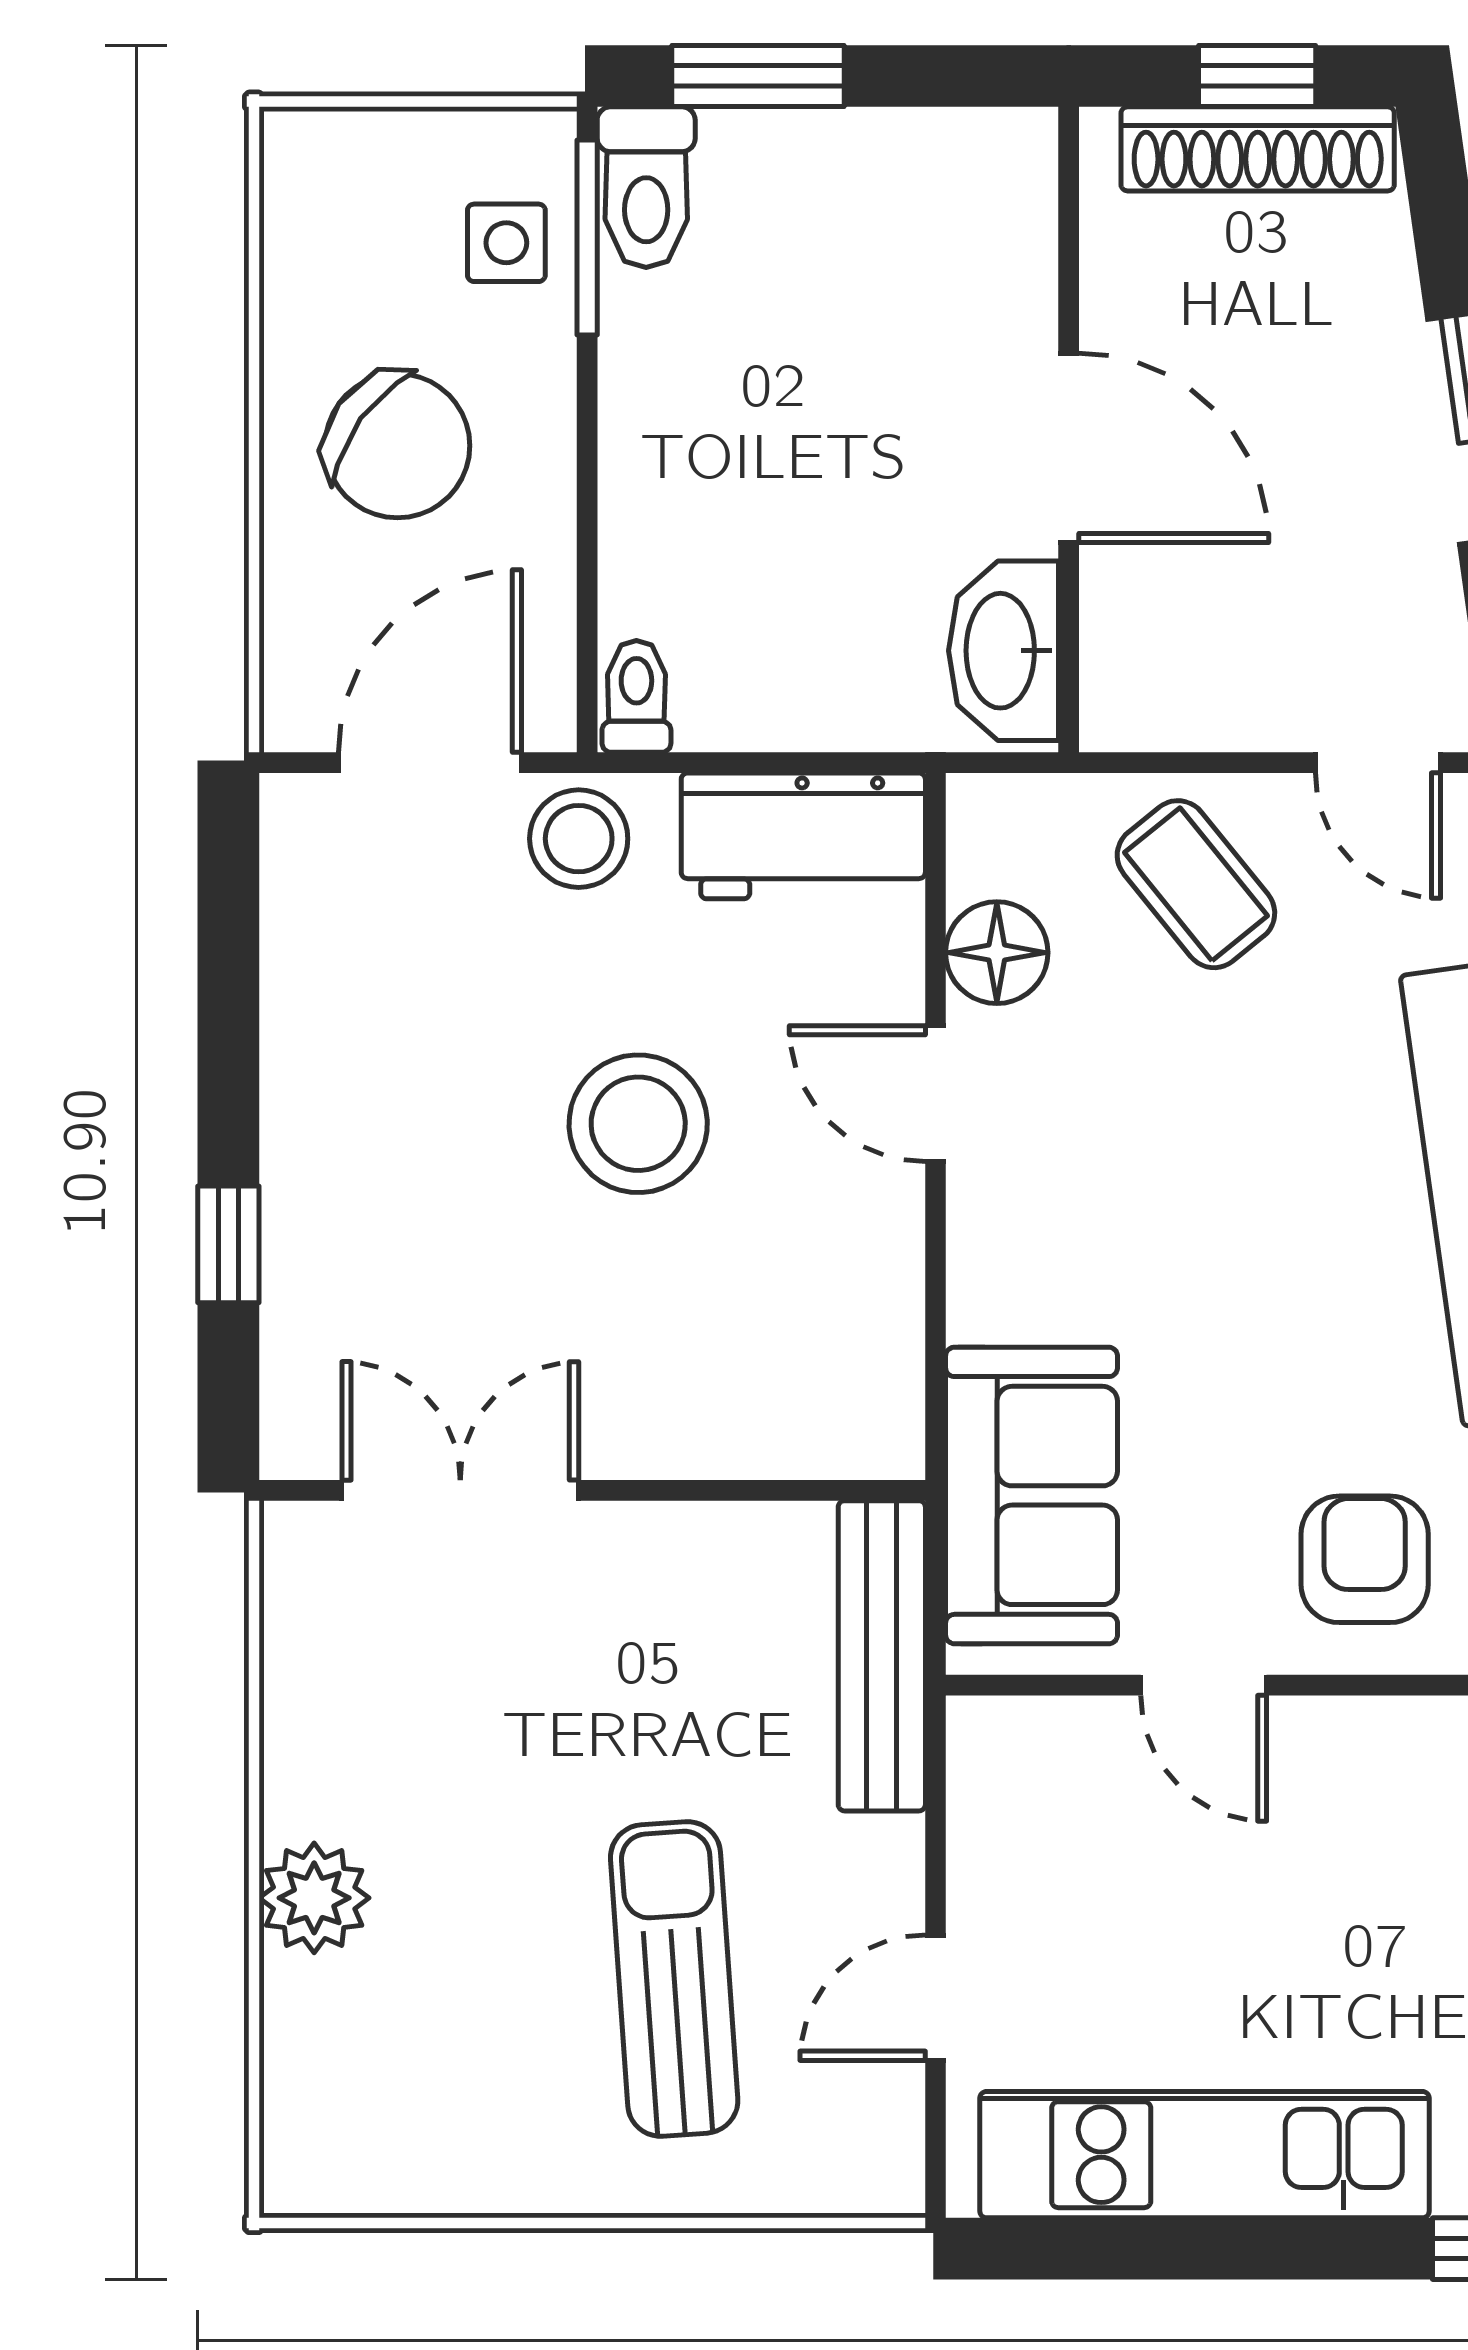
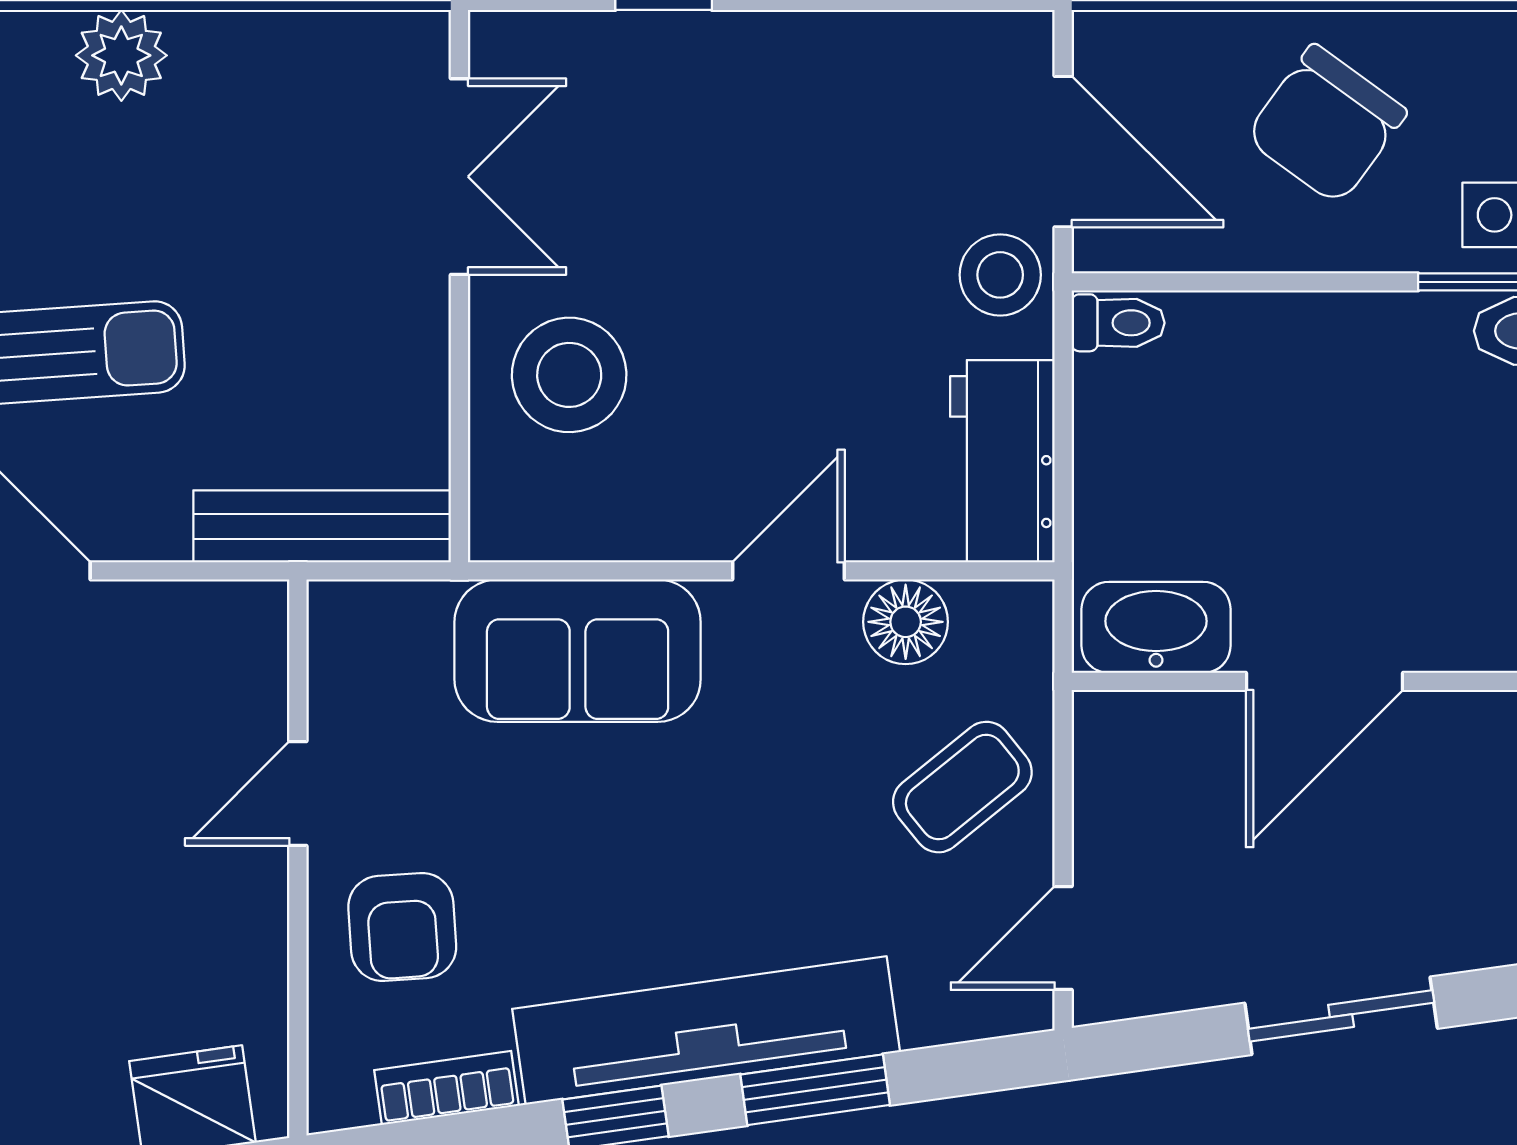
stool: (638, 1124) -> (569, 375), moved
sofa: (1032, 1495) -> (578, 651), moved
armchair: (1365, 1559) -> (402, 927), turned 86

